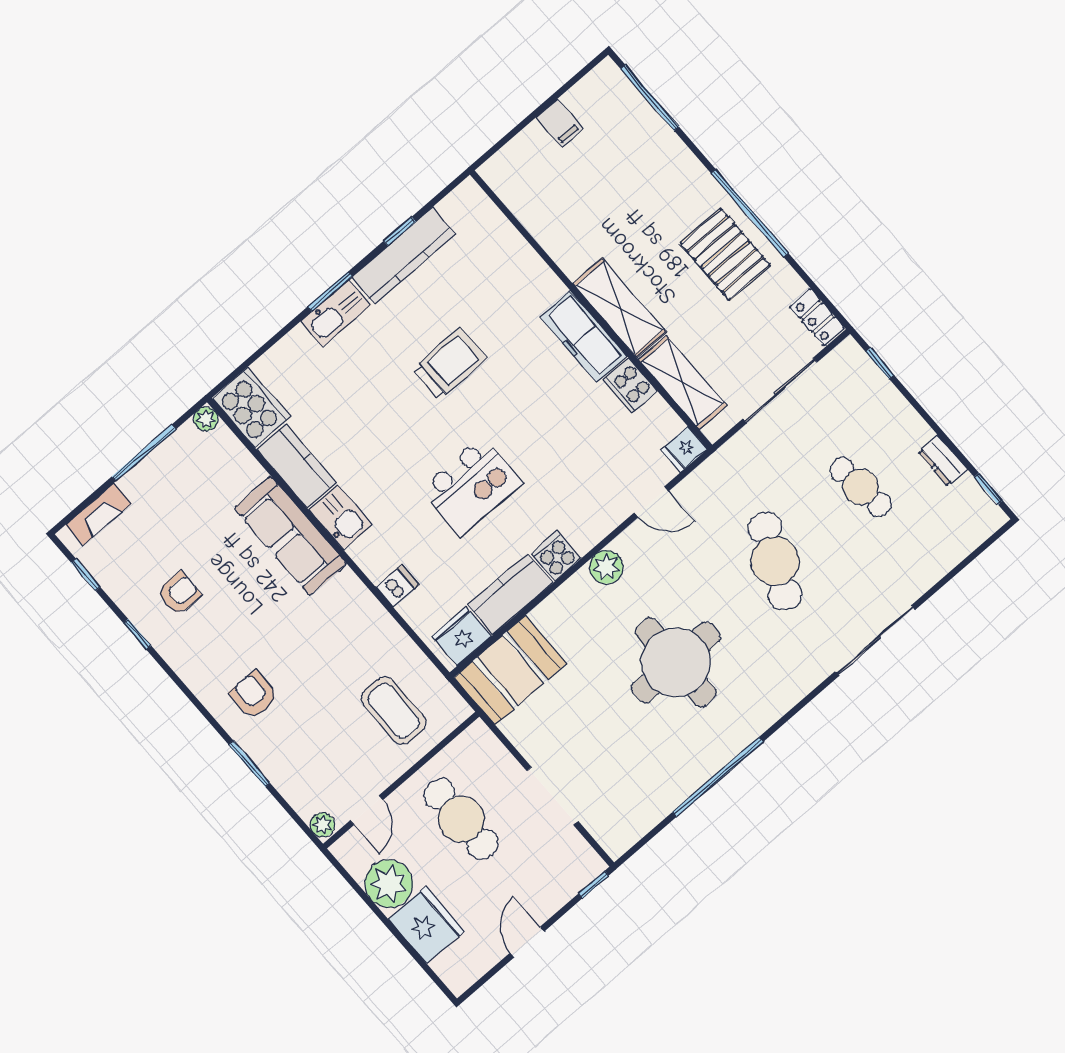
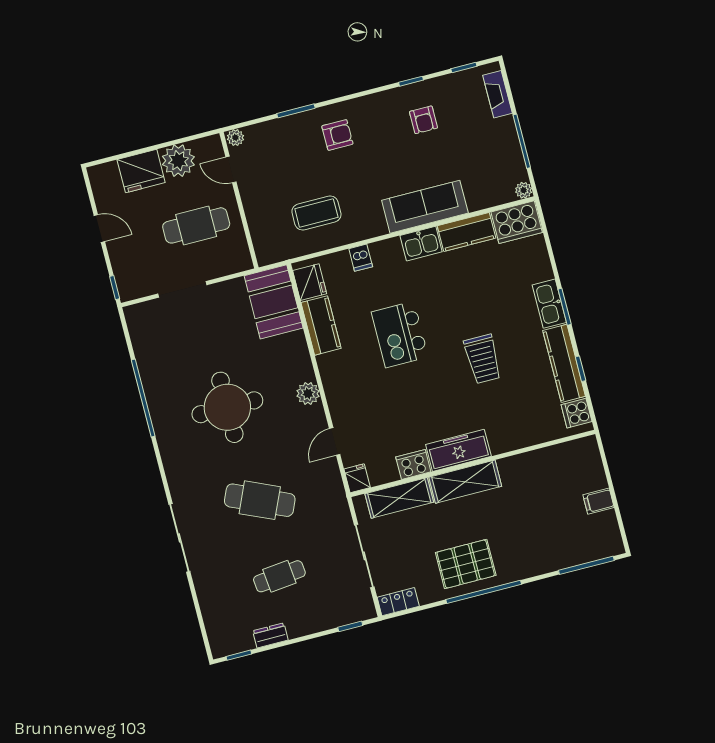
cooker: (556, 556) -> (577, 413), moved, turned 180
coffee table: (394, 711) -> (316, 213), moved

